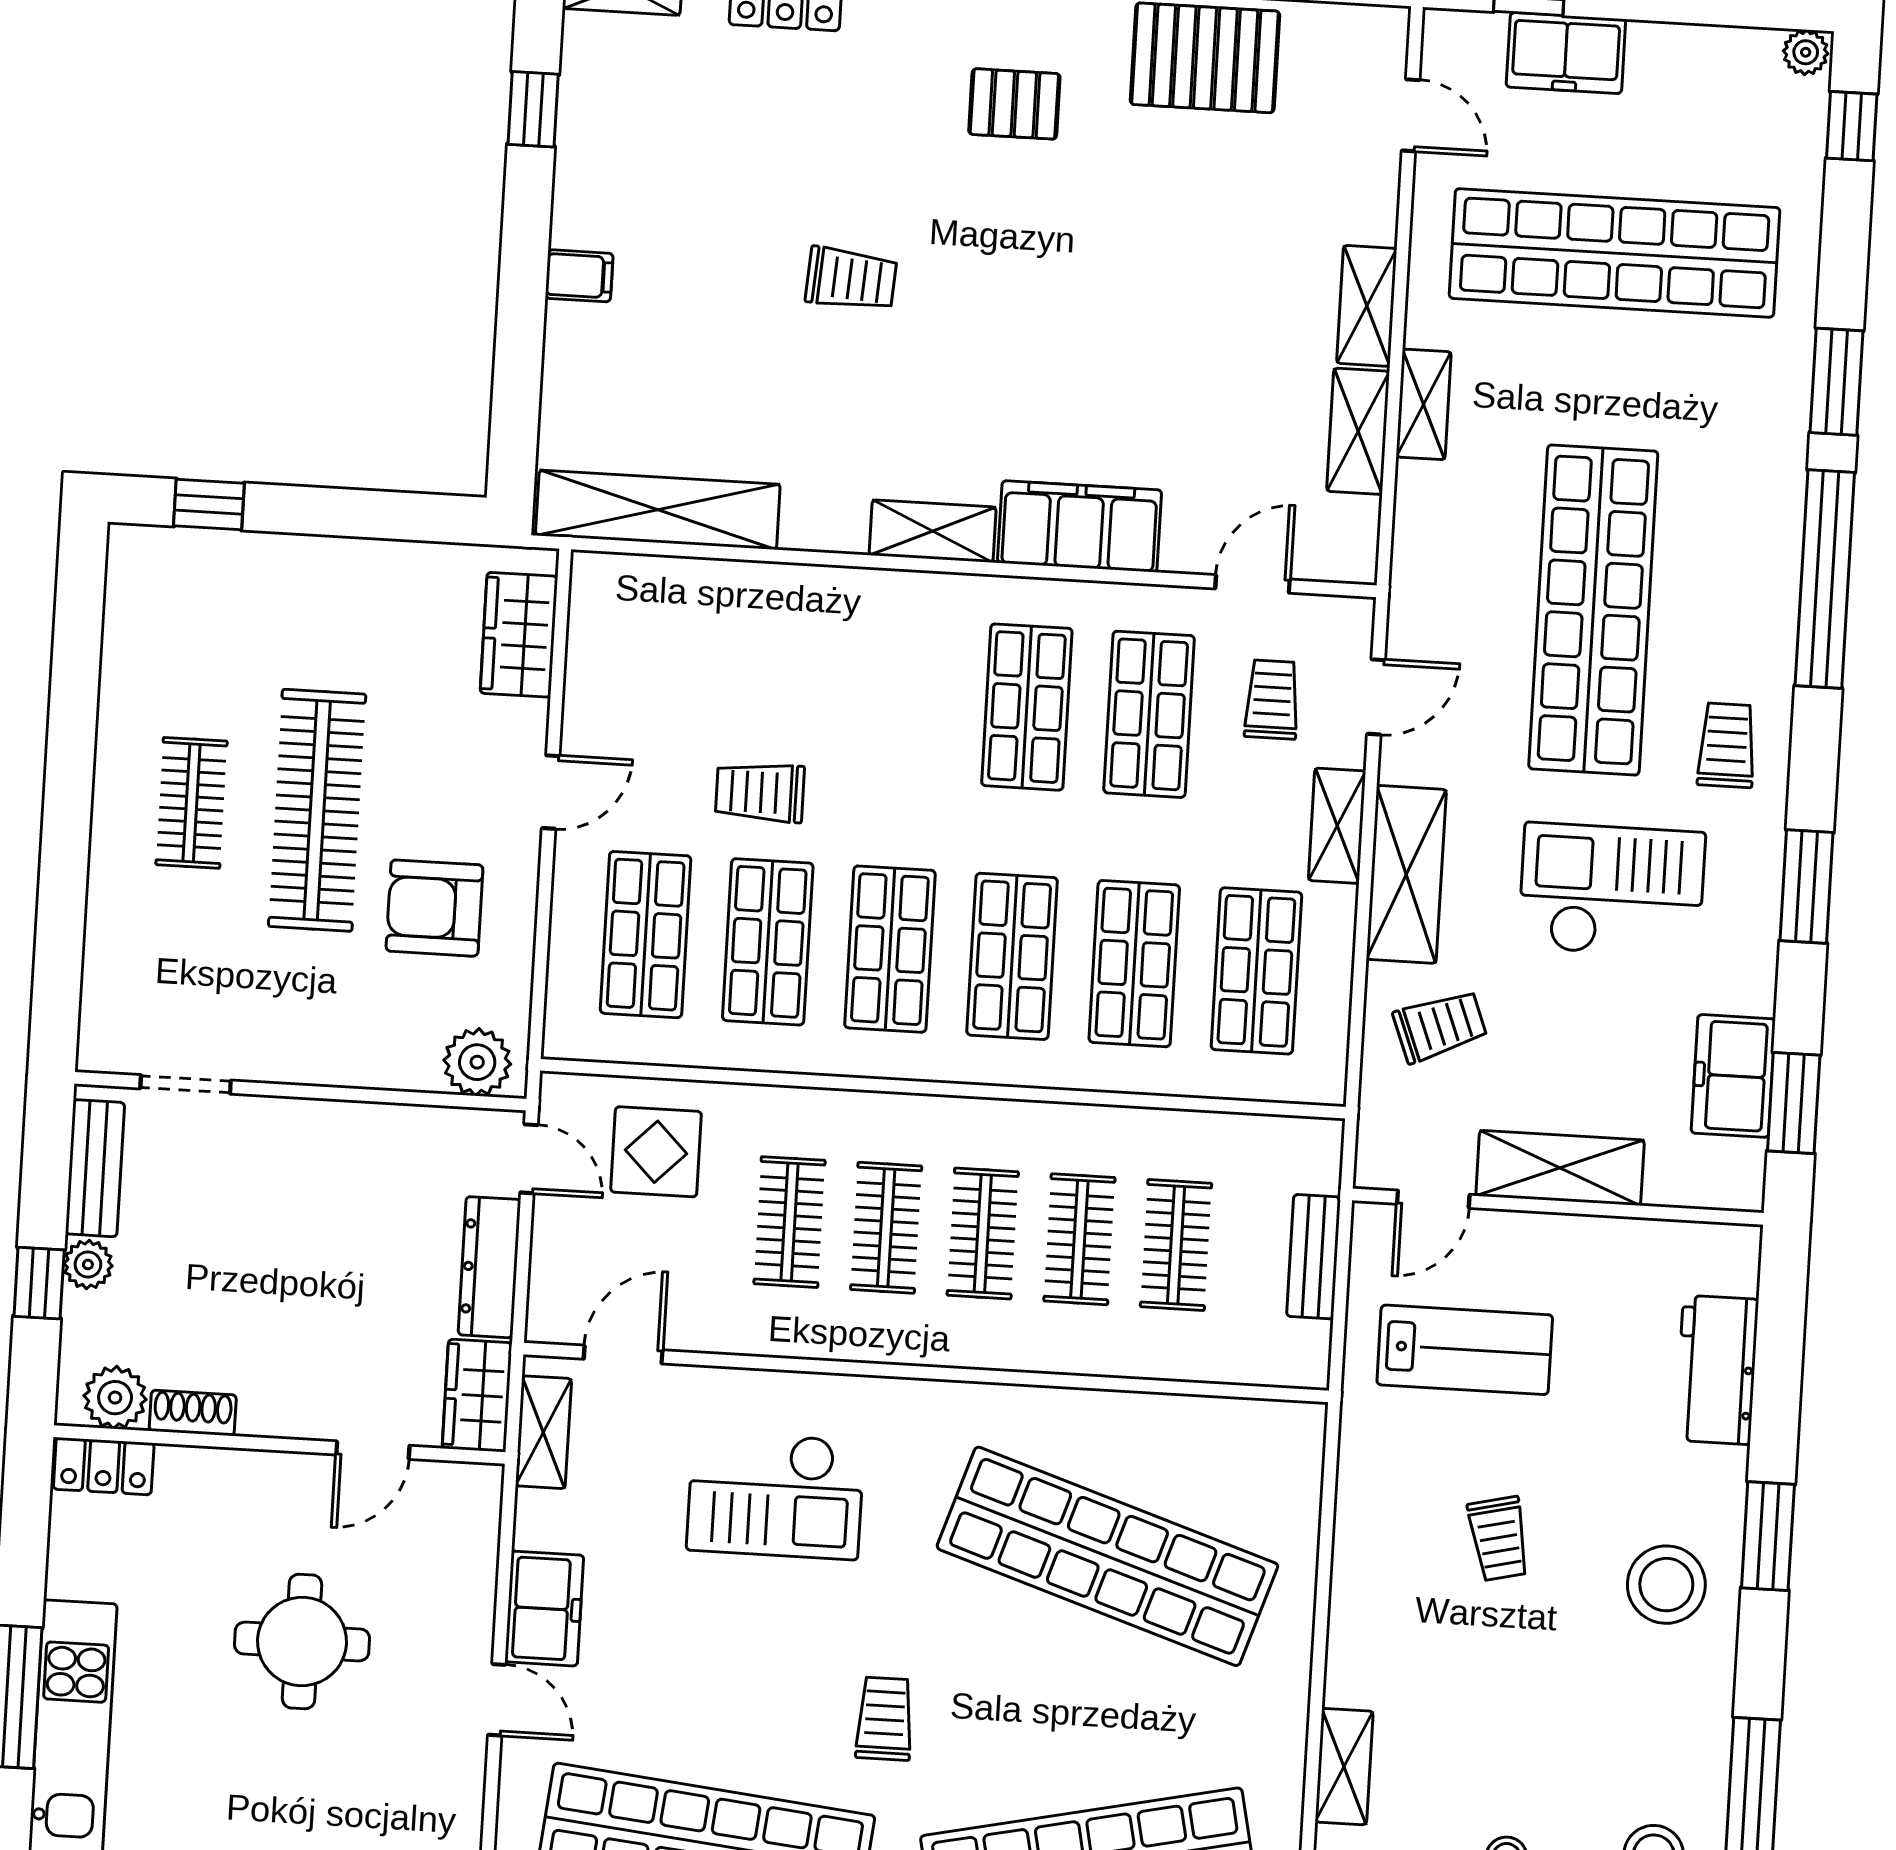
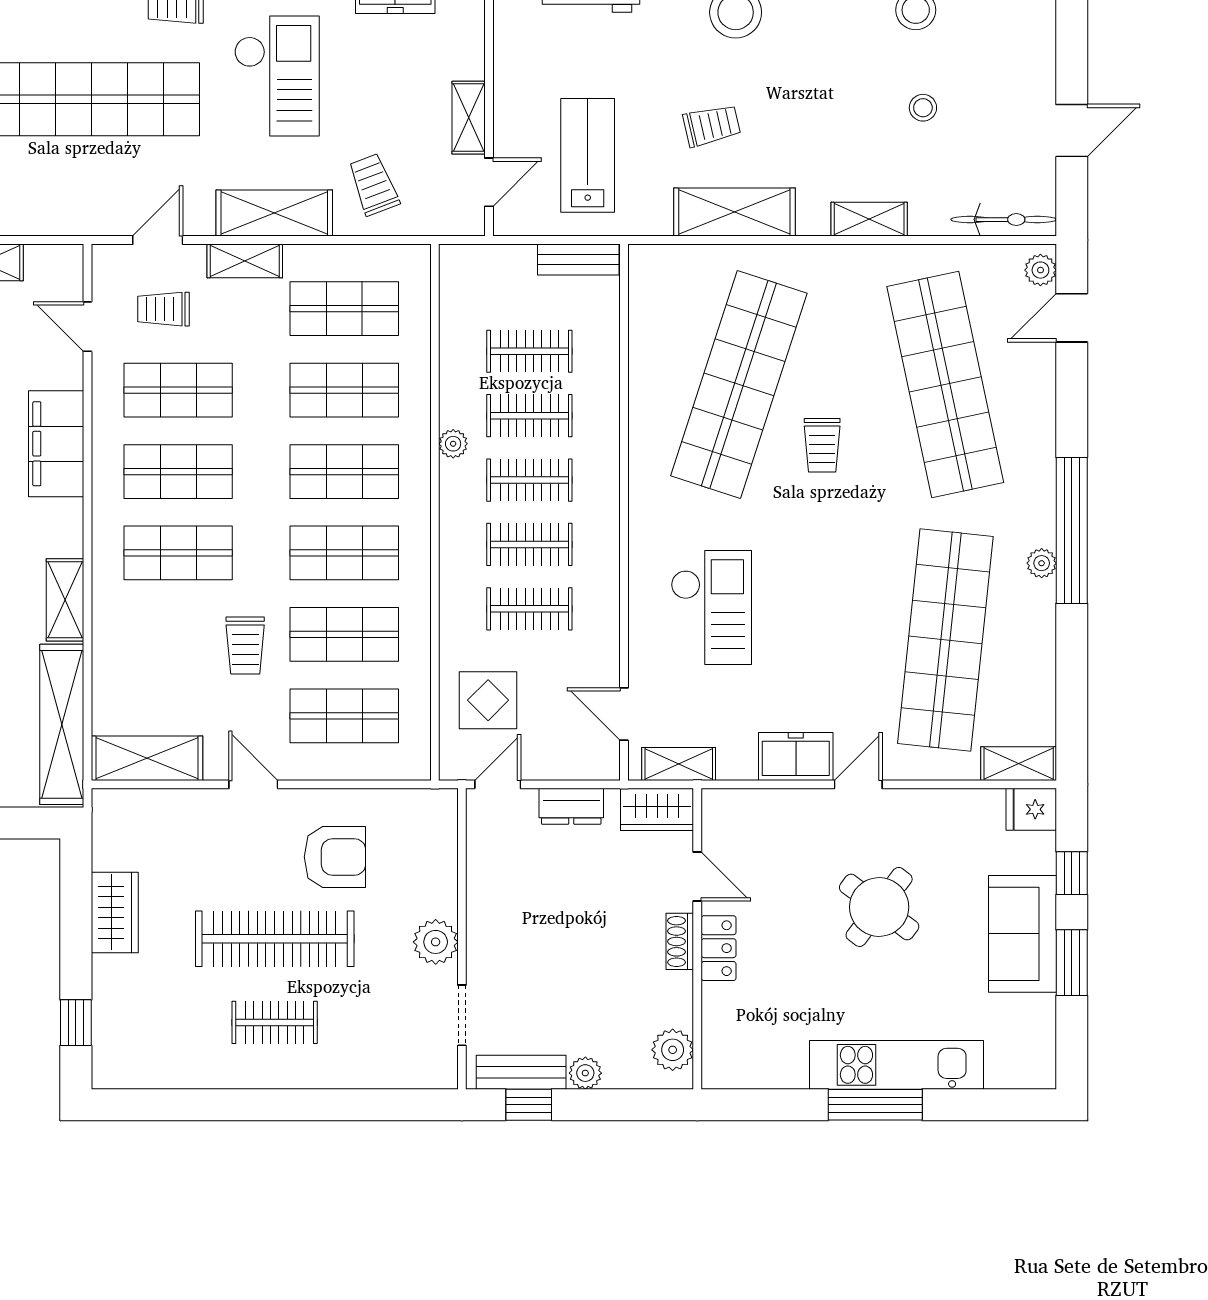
shelving: (933, 531) -> (65, 600), moved
wardrobe: (519, 635) -> (115, 912), moved, turned -90
shelving: (599, 635) -> (147, 758), added
door: (1376, 697) -> (158, 240), hinge flipped
shop shelf: (905, 700) -> (178, 553), added
checkout: (1612, 890) -> (277, 76), turned 180
armchair: (434, 908) -> (335, 857), turned -90
plant: (477, 1062) -> (436, 942), moved
plant: (1044, 1122) -> (453, 444), added
shelving: (1560, 1168) -> (469, 118), width x0.67, depth x0.75
door: (1433, 1199) -> (489, 182), hinge flipped
bench: (1314, 1257) -> (578, 260), moved
dresser: (489, 1267) -> (571, 806), width x0.70
window: (39, 1283) -> (529, 1105), moved
shoe rack: (193, 1413) -> (680, 941), moved
locker: (104, 1466) -> (719, 948), moved
shelving: (1367, 1565) -> (734, 212), added
round table: (302, 1642) -> (879, 907), moved, turned 37
trolley: (885, 1719) -> (822, 445), moved, turned -90

